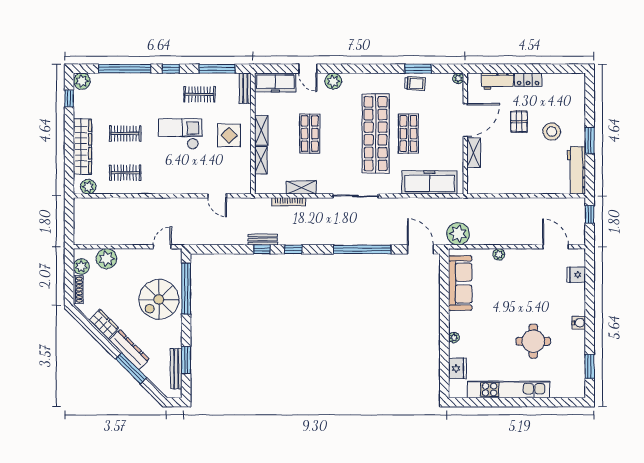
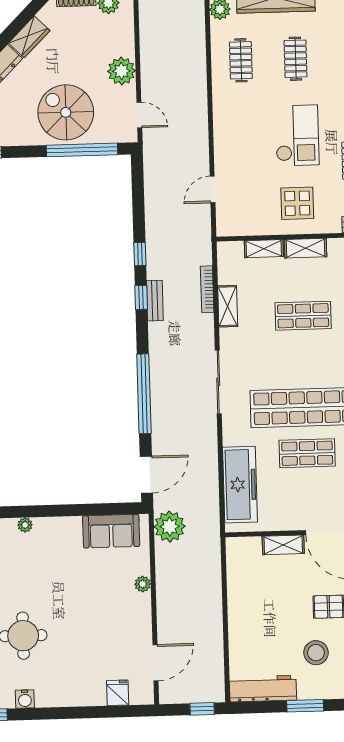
bench: (263, 240) -> (155, 301), moved
plant: (107, 259) -> (121, 71), moved
sofa: (460, 283) -> (111, 531), width x0.73
water cooler: (579, 323) -> (25, 699), moved

